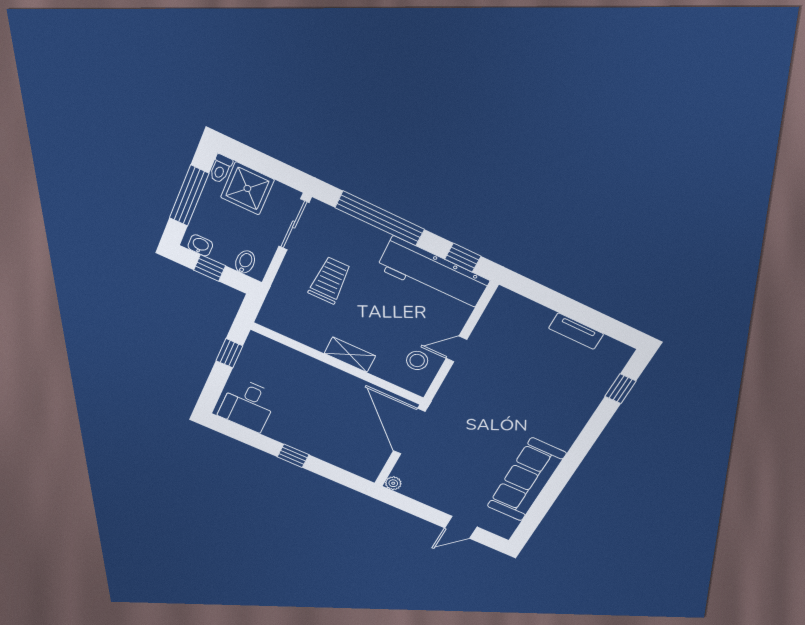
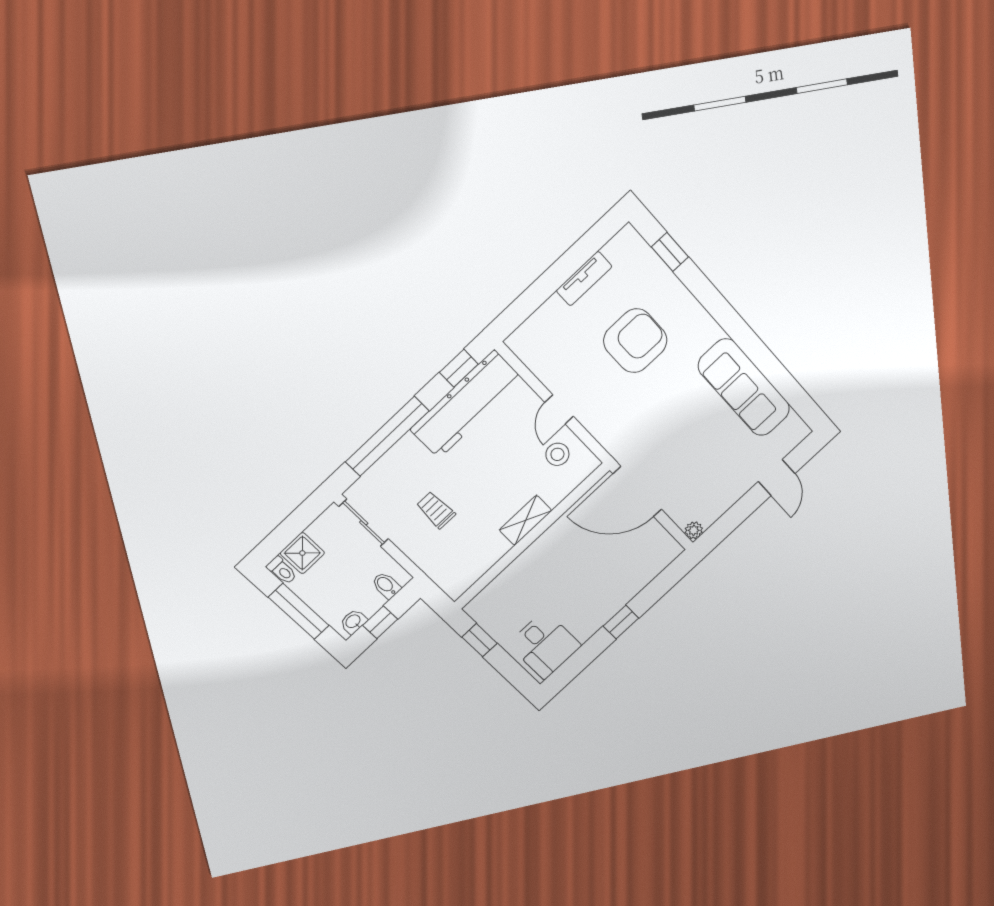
shower: (247, 188) -> (302, 553), width x0.73, depth x0.73
trolley: (330, 280) -> (436, 510), width x0.73, depth x0.72
armchair: (537, 388) -> (635, 341), added

